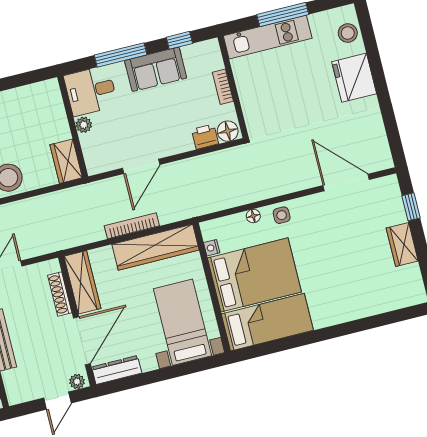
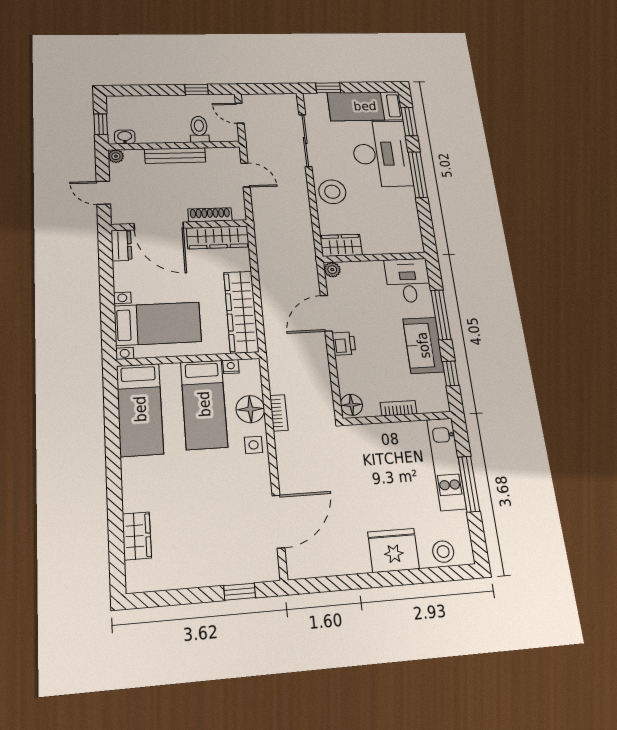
plant: (84, 125) -> (332, 270), moved
printer: (205, 137) -> (344, 344), moved
door: (141, 166) -> (326, 313), hinge flipped
floor lamp: (253, 216) -> (250, 409), width x1.89, depth x1.89
bookcase: (132, 226) -> (279, 413), moved, width x0.64
wardrobe: (402, 244) -> (137, 536), moved, turned 90
bed: (254, 275) -> (204, 404), width x0.67
dresser: (117, 370) -> (121, 245), width x0.70
plant: (77, 382) -> (116, 156), moved

